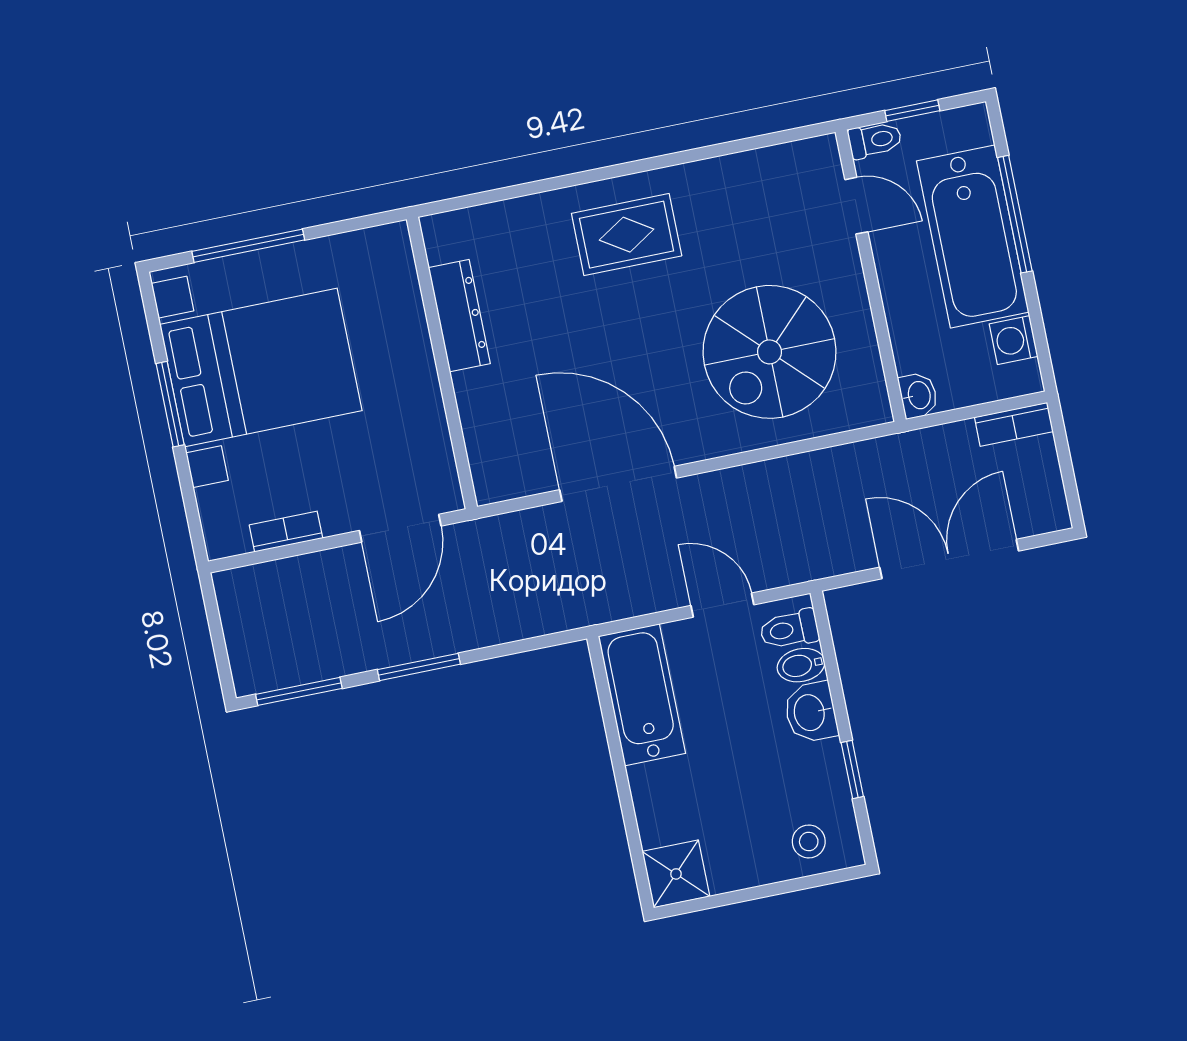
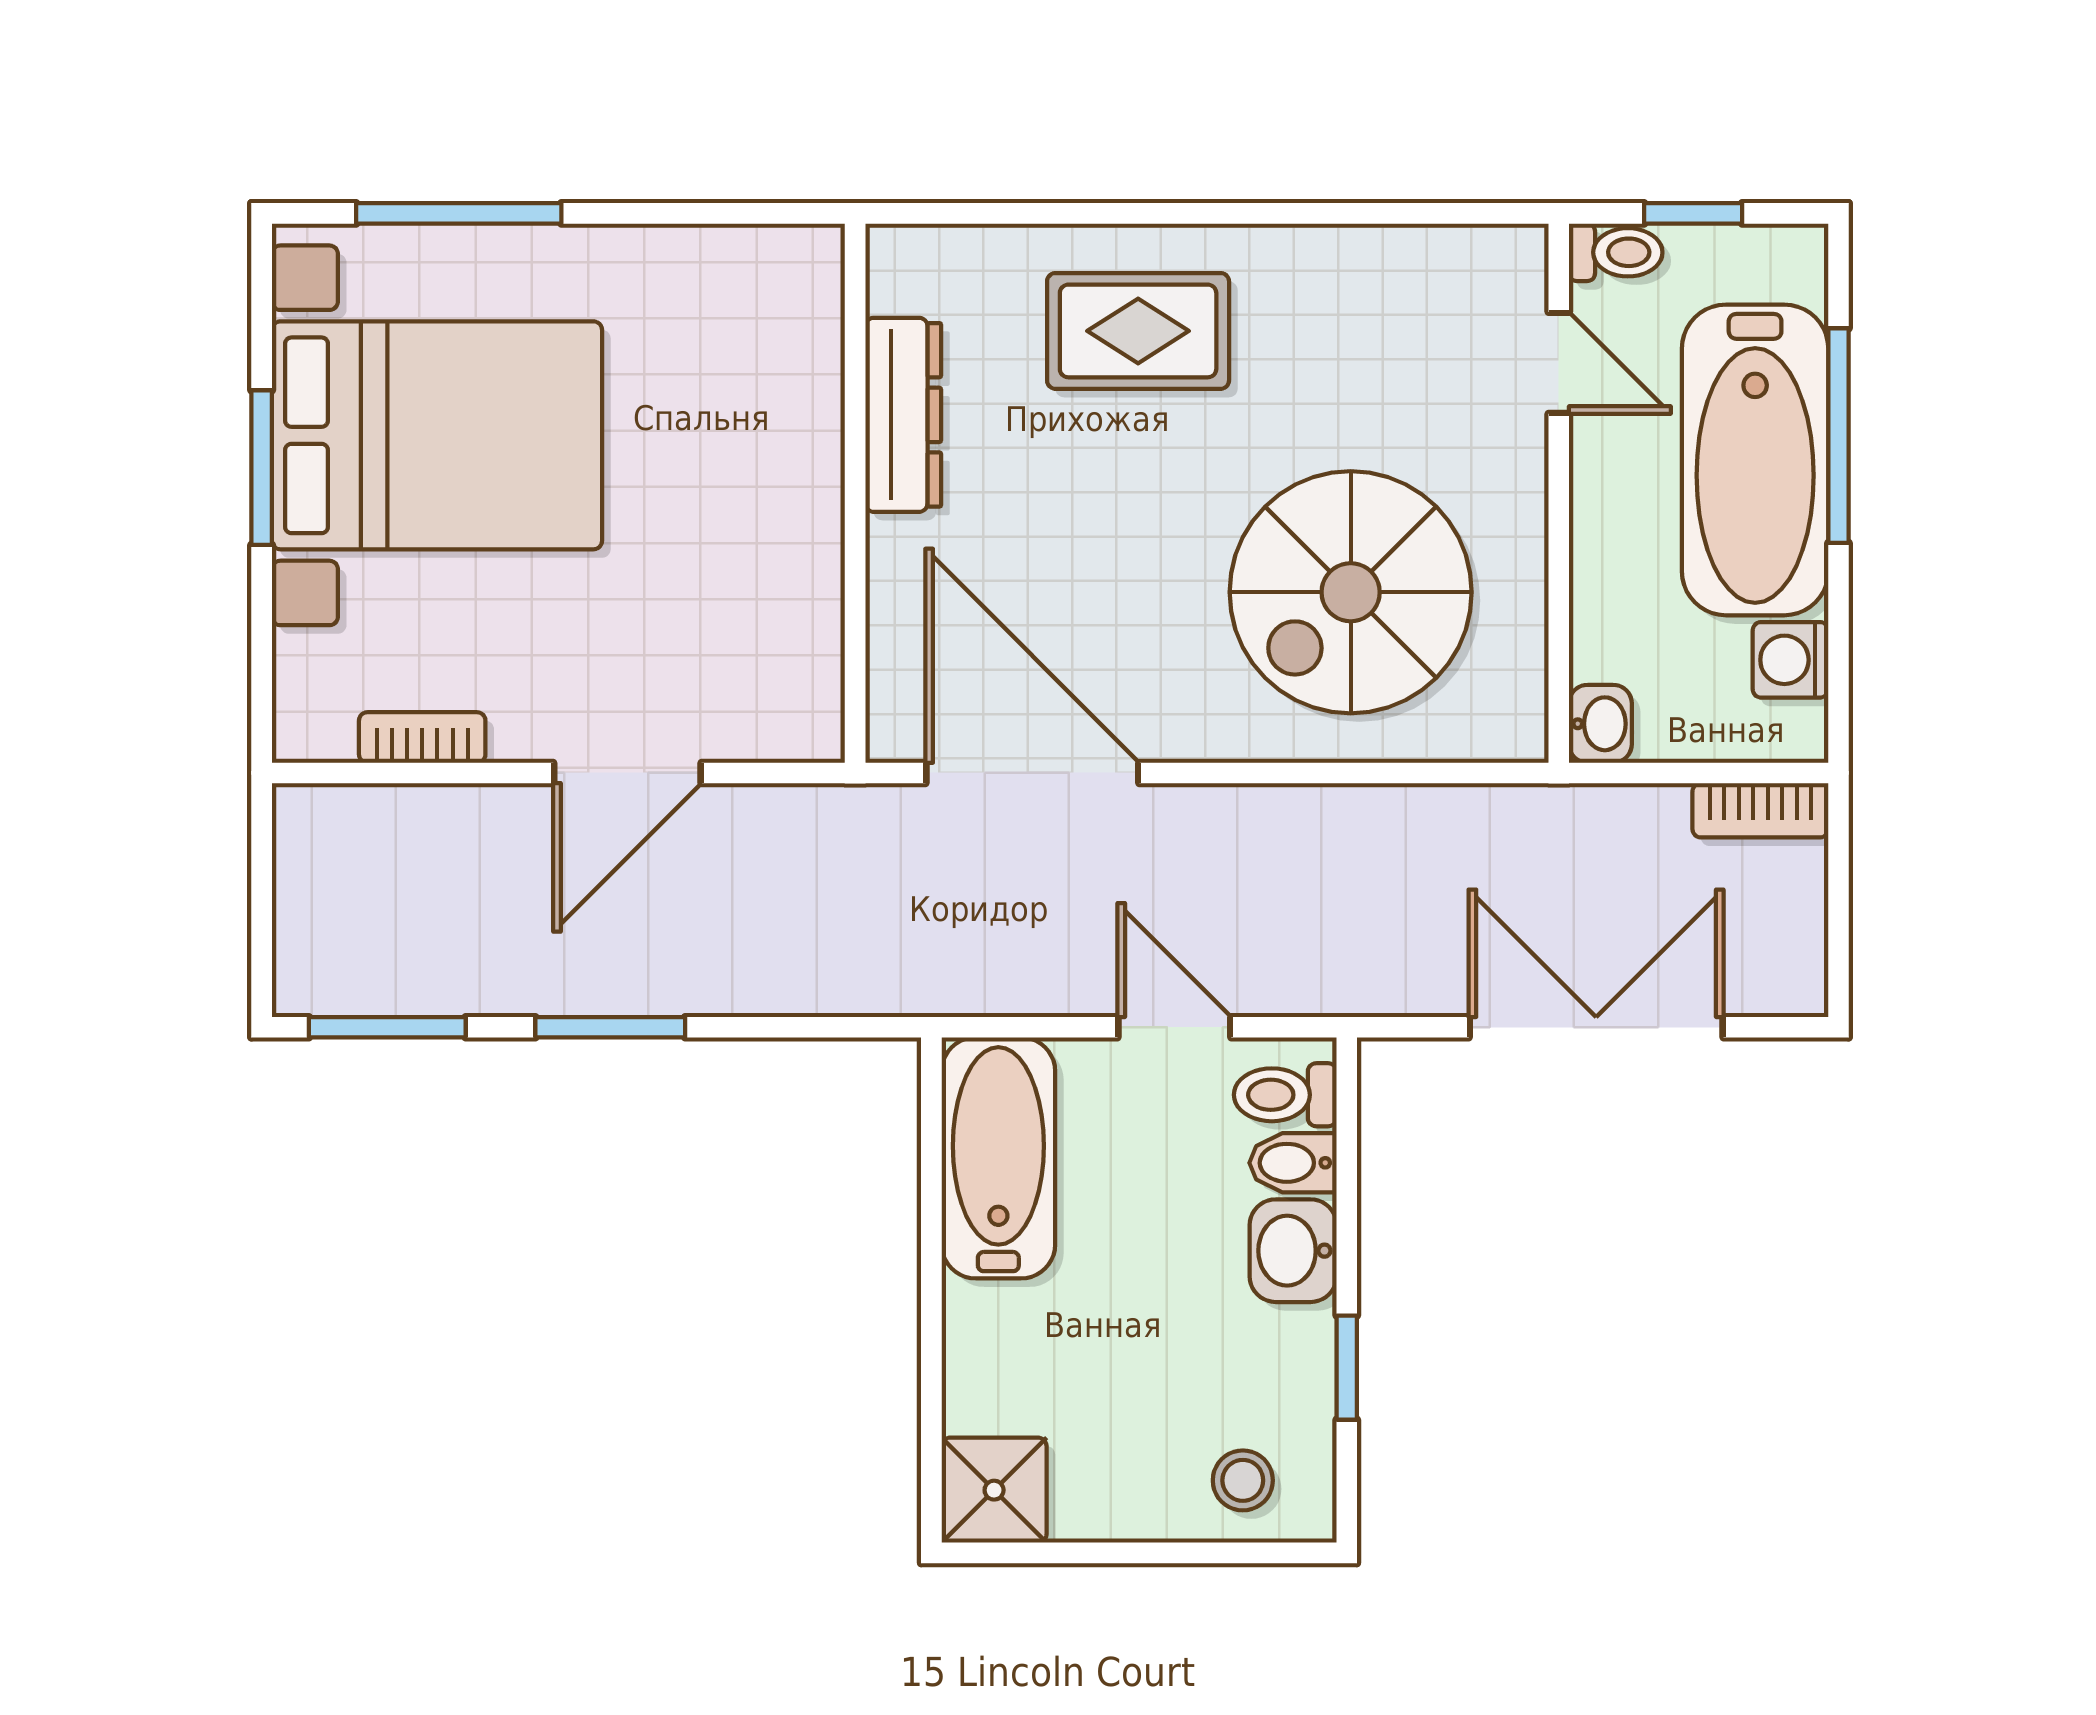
dresser: (459, 316) -> (903, 415), moved
wall: (442, 363) -> (855, 493), moved

